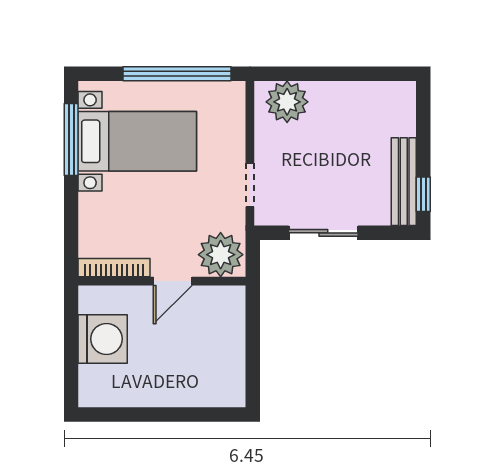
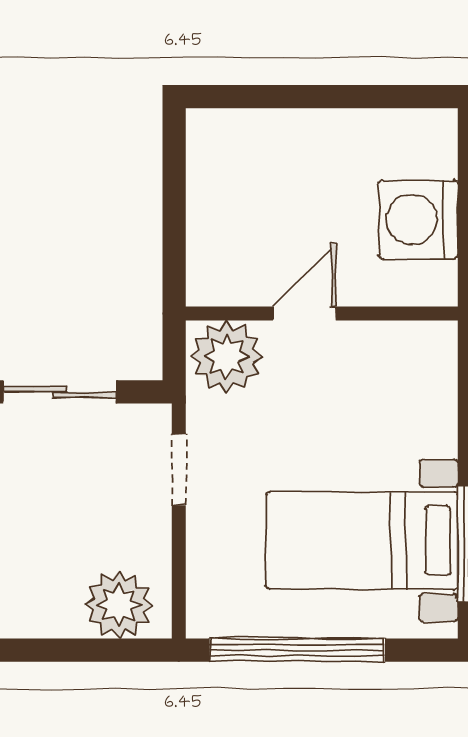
bookcase: (114, 268) -> (400, 335), removed

